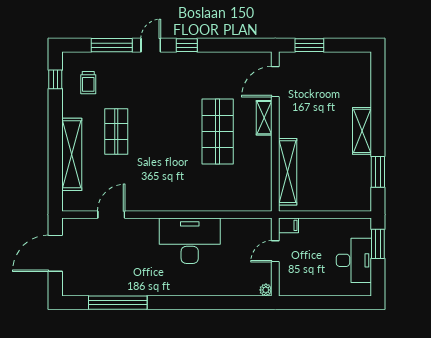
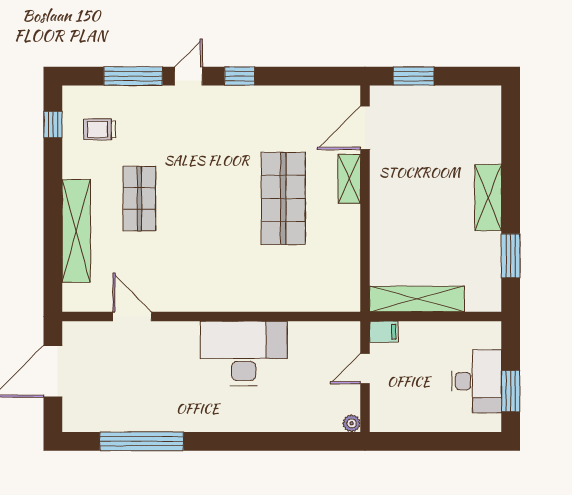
trolley: (88, 83) -> (100, 129), turned 90
shelving: (288, 172) -> (417, 299), moved, turned 90
door: (111, 215) -> (132, 316), hinge flipped
window: (378, 244) -> (511, 391), moved

